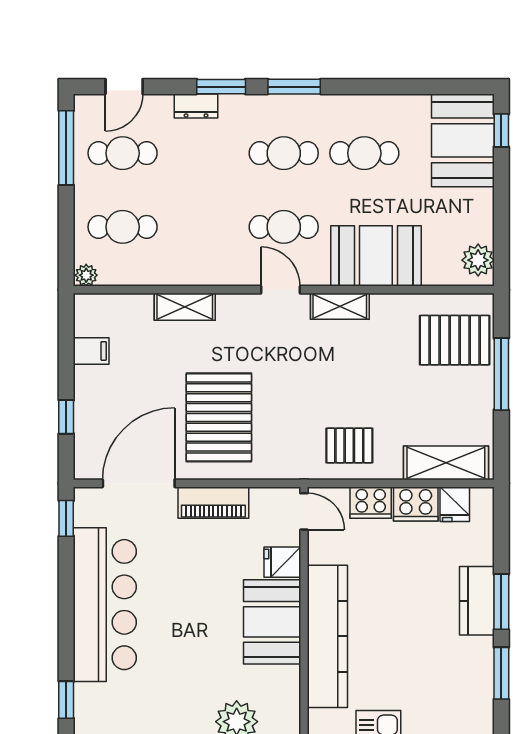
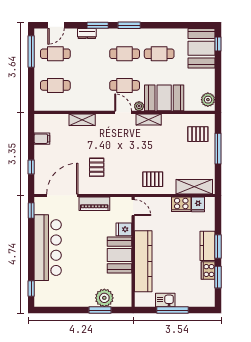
plant: (86, 275) -> (139, 106), moved
pallet: (455, 340) -> (198, 134), width x0.67, depth x0.71
pallet: (219, 417) -> (97, 167), width x0.49, depth x0.50
cooker: (371, 503) -> (208, 271), moved, turned 90

